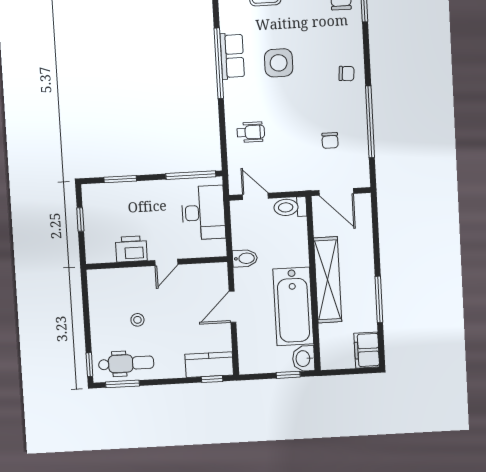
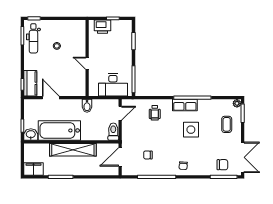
row of seats: (232, 56) -> (185, 105), moved
printer: (131, 249) -> (103, 27), moved, turned 90
door: (233, 307) -> (51, 98), moved

